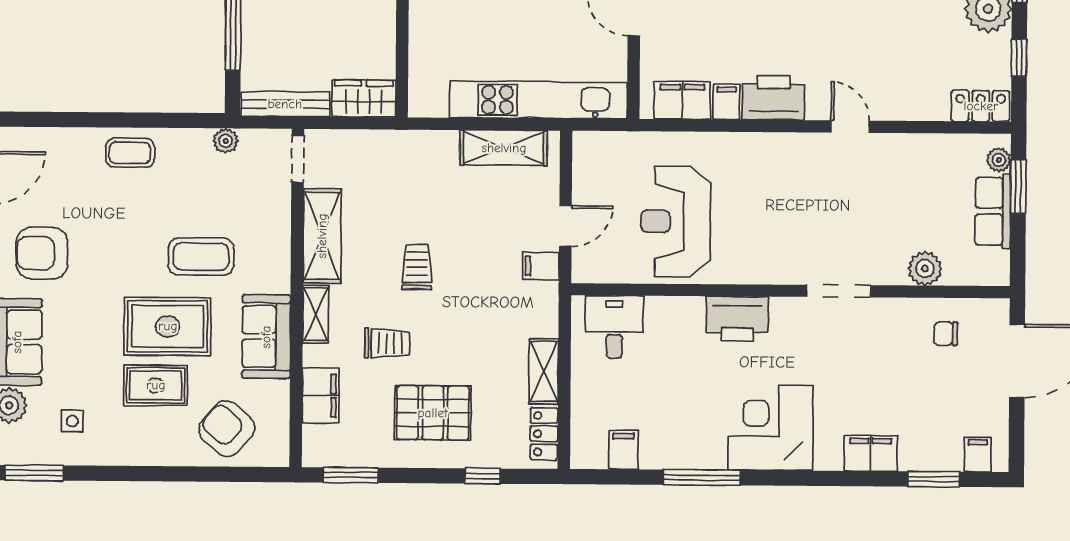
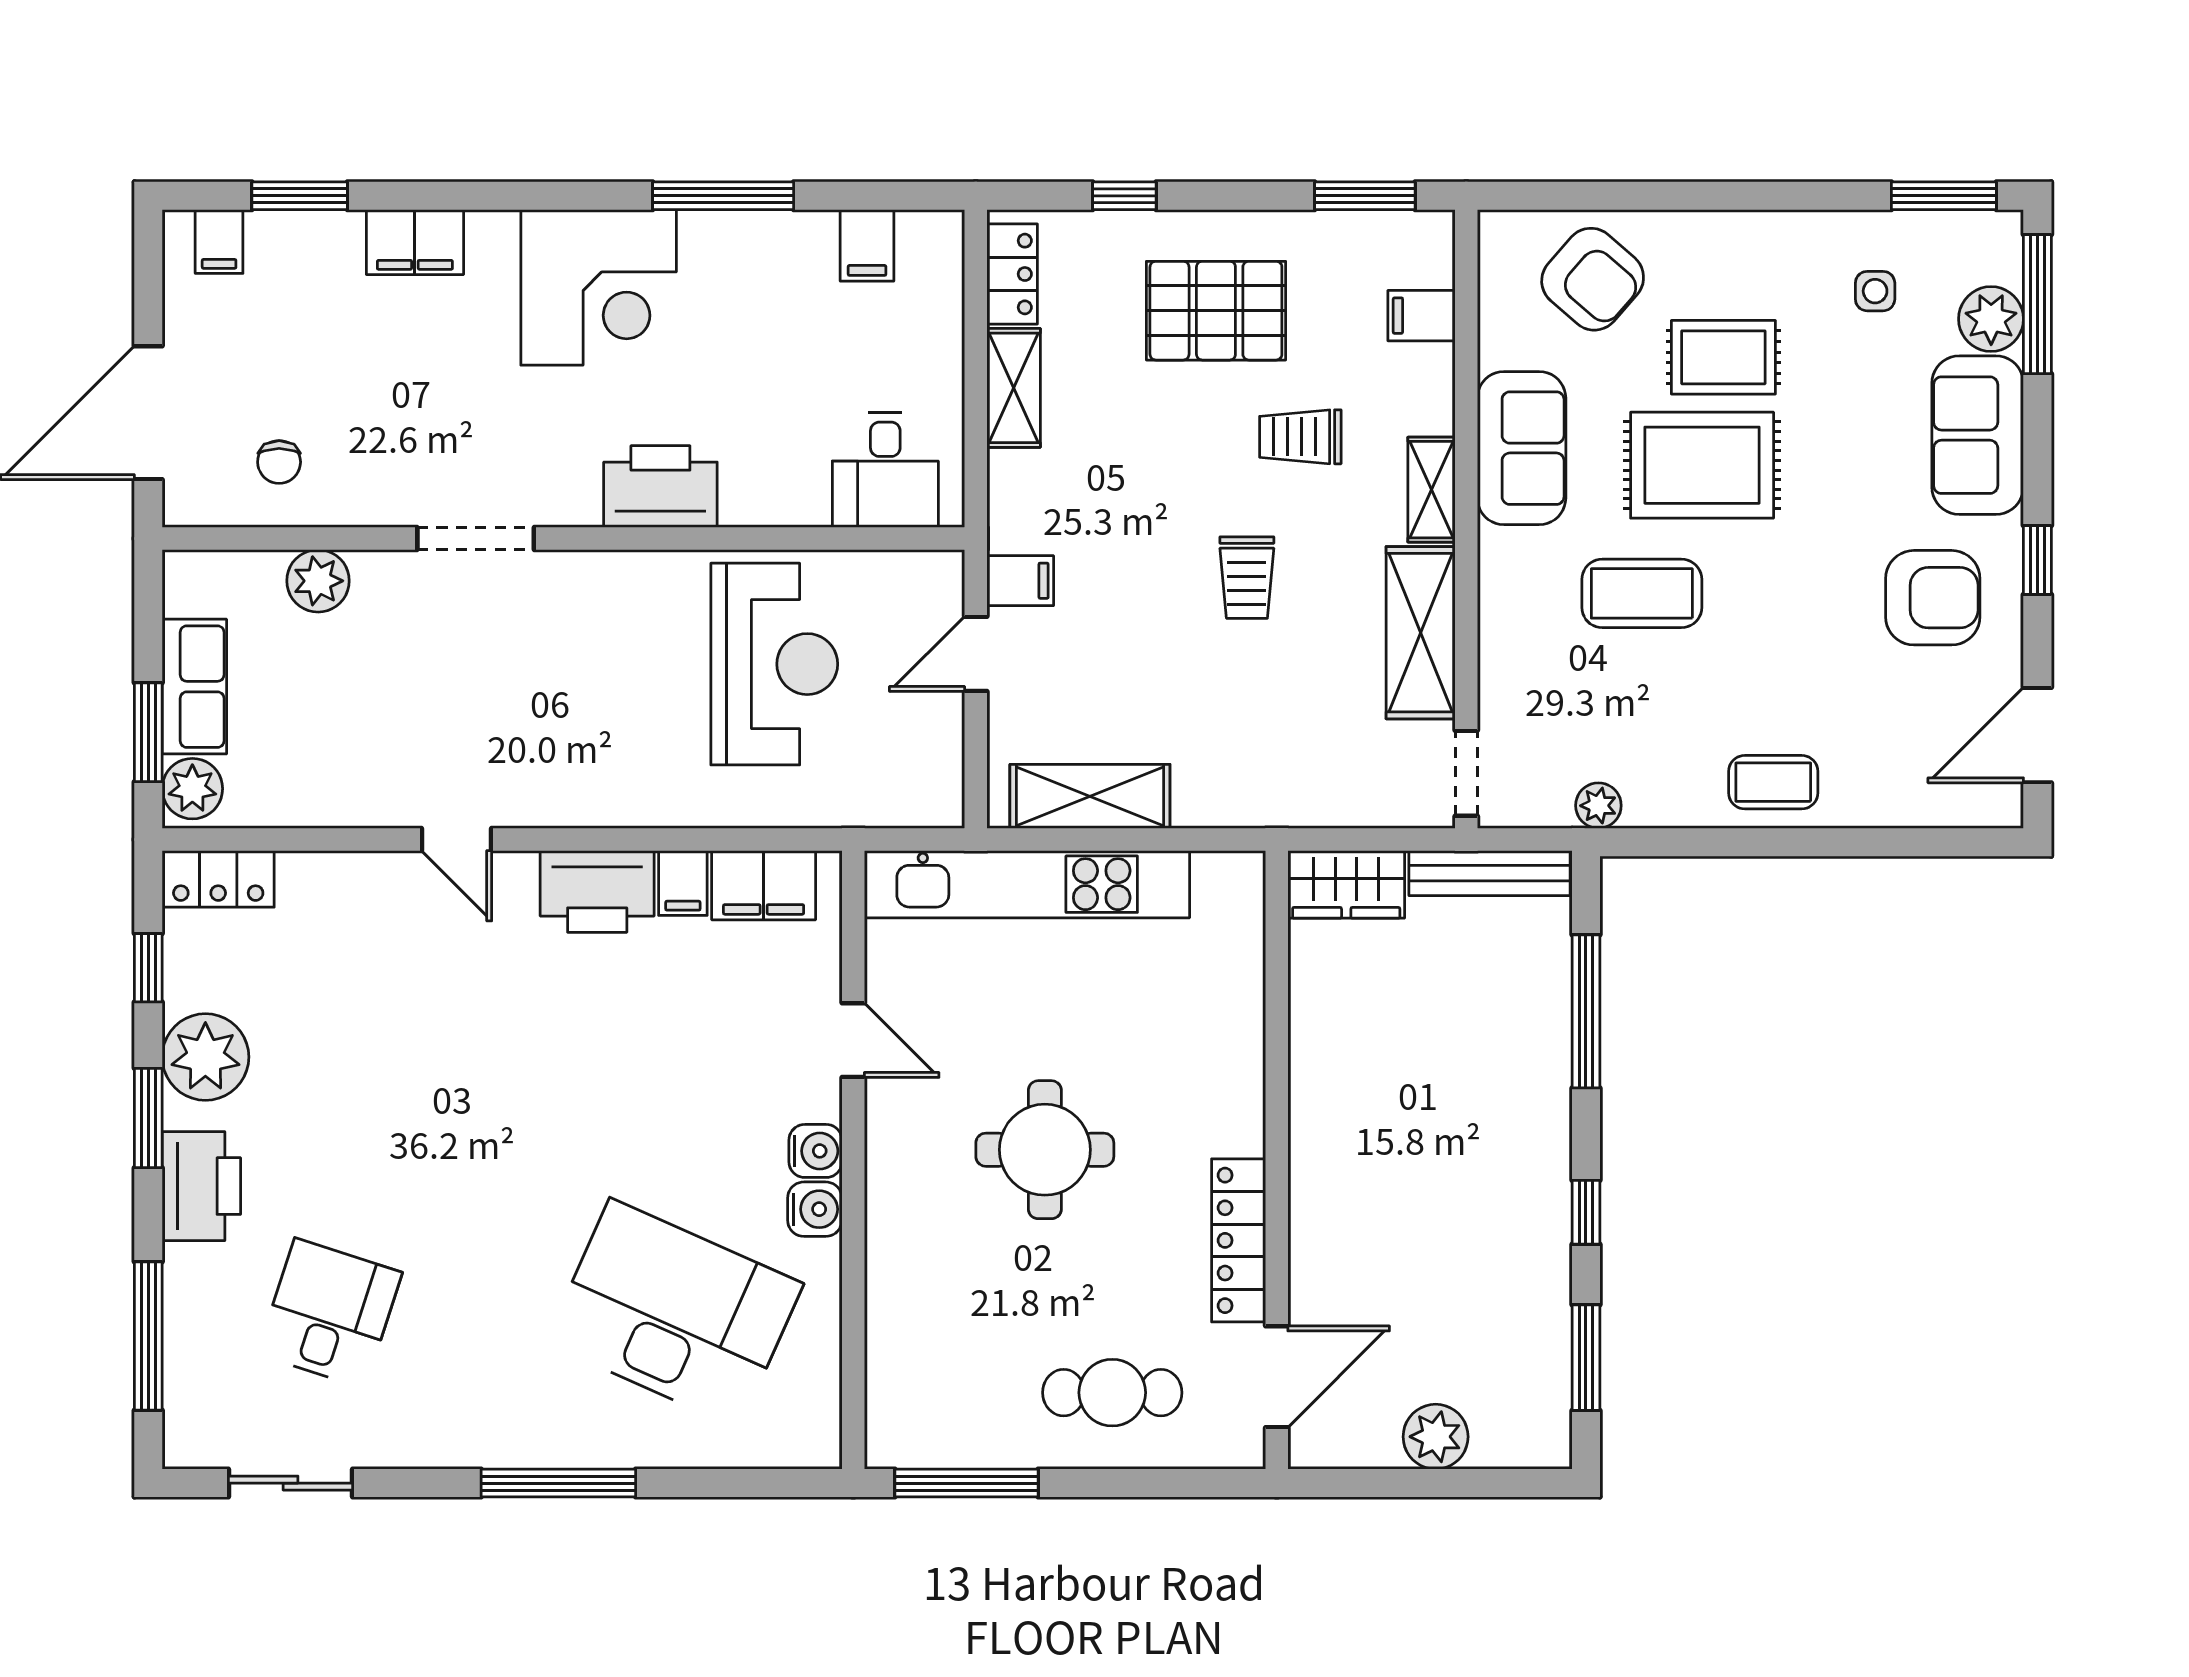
plant: (999, 160) -> (192, 789), width x1.38, depth x1.38
chair: (946, 334) -> (279, 462), turned 90
filing cabinet: (321, 396) -> (1421, 316), width x0.50

